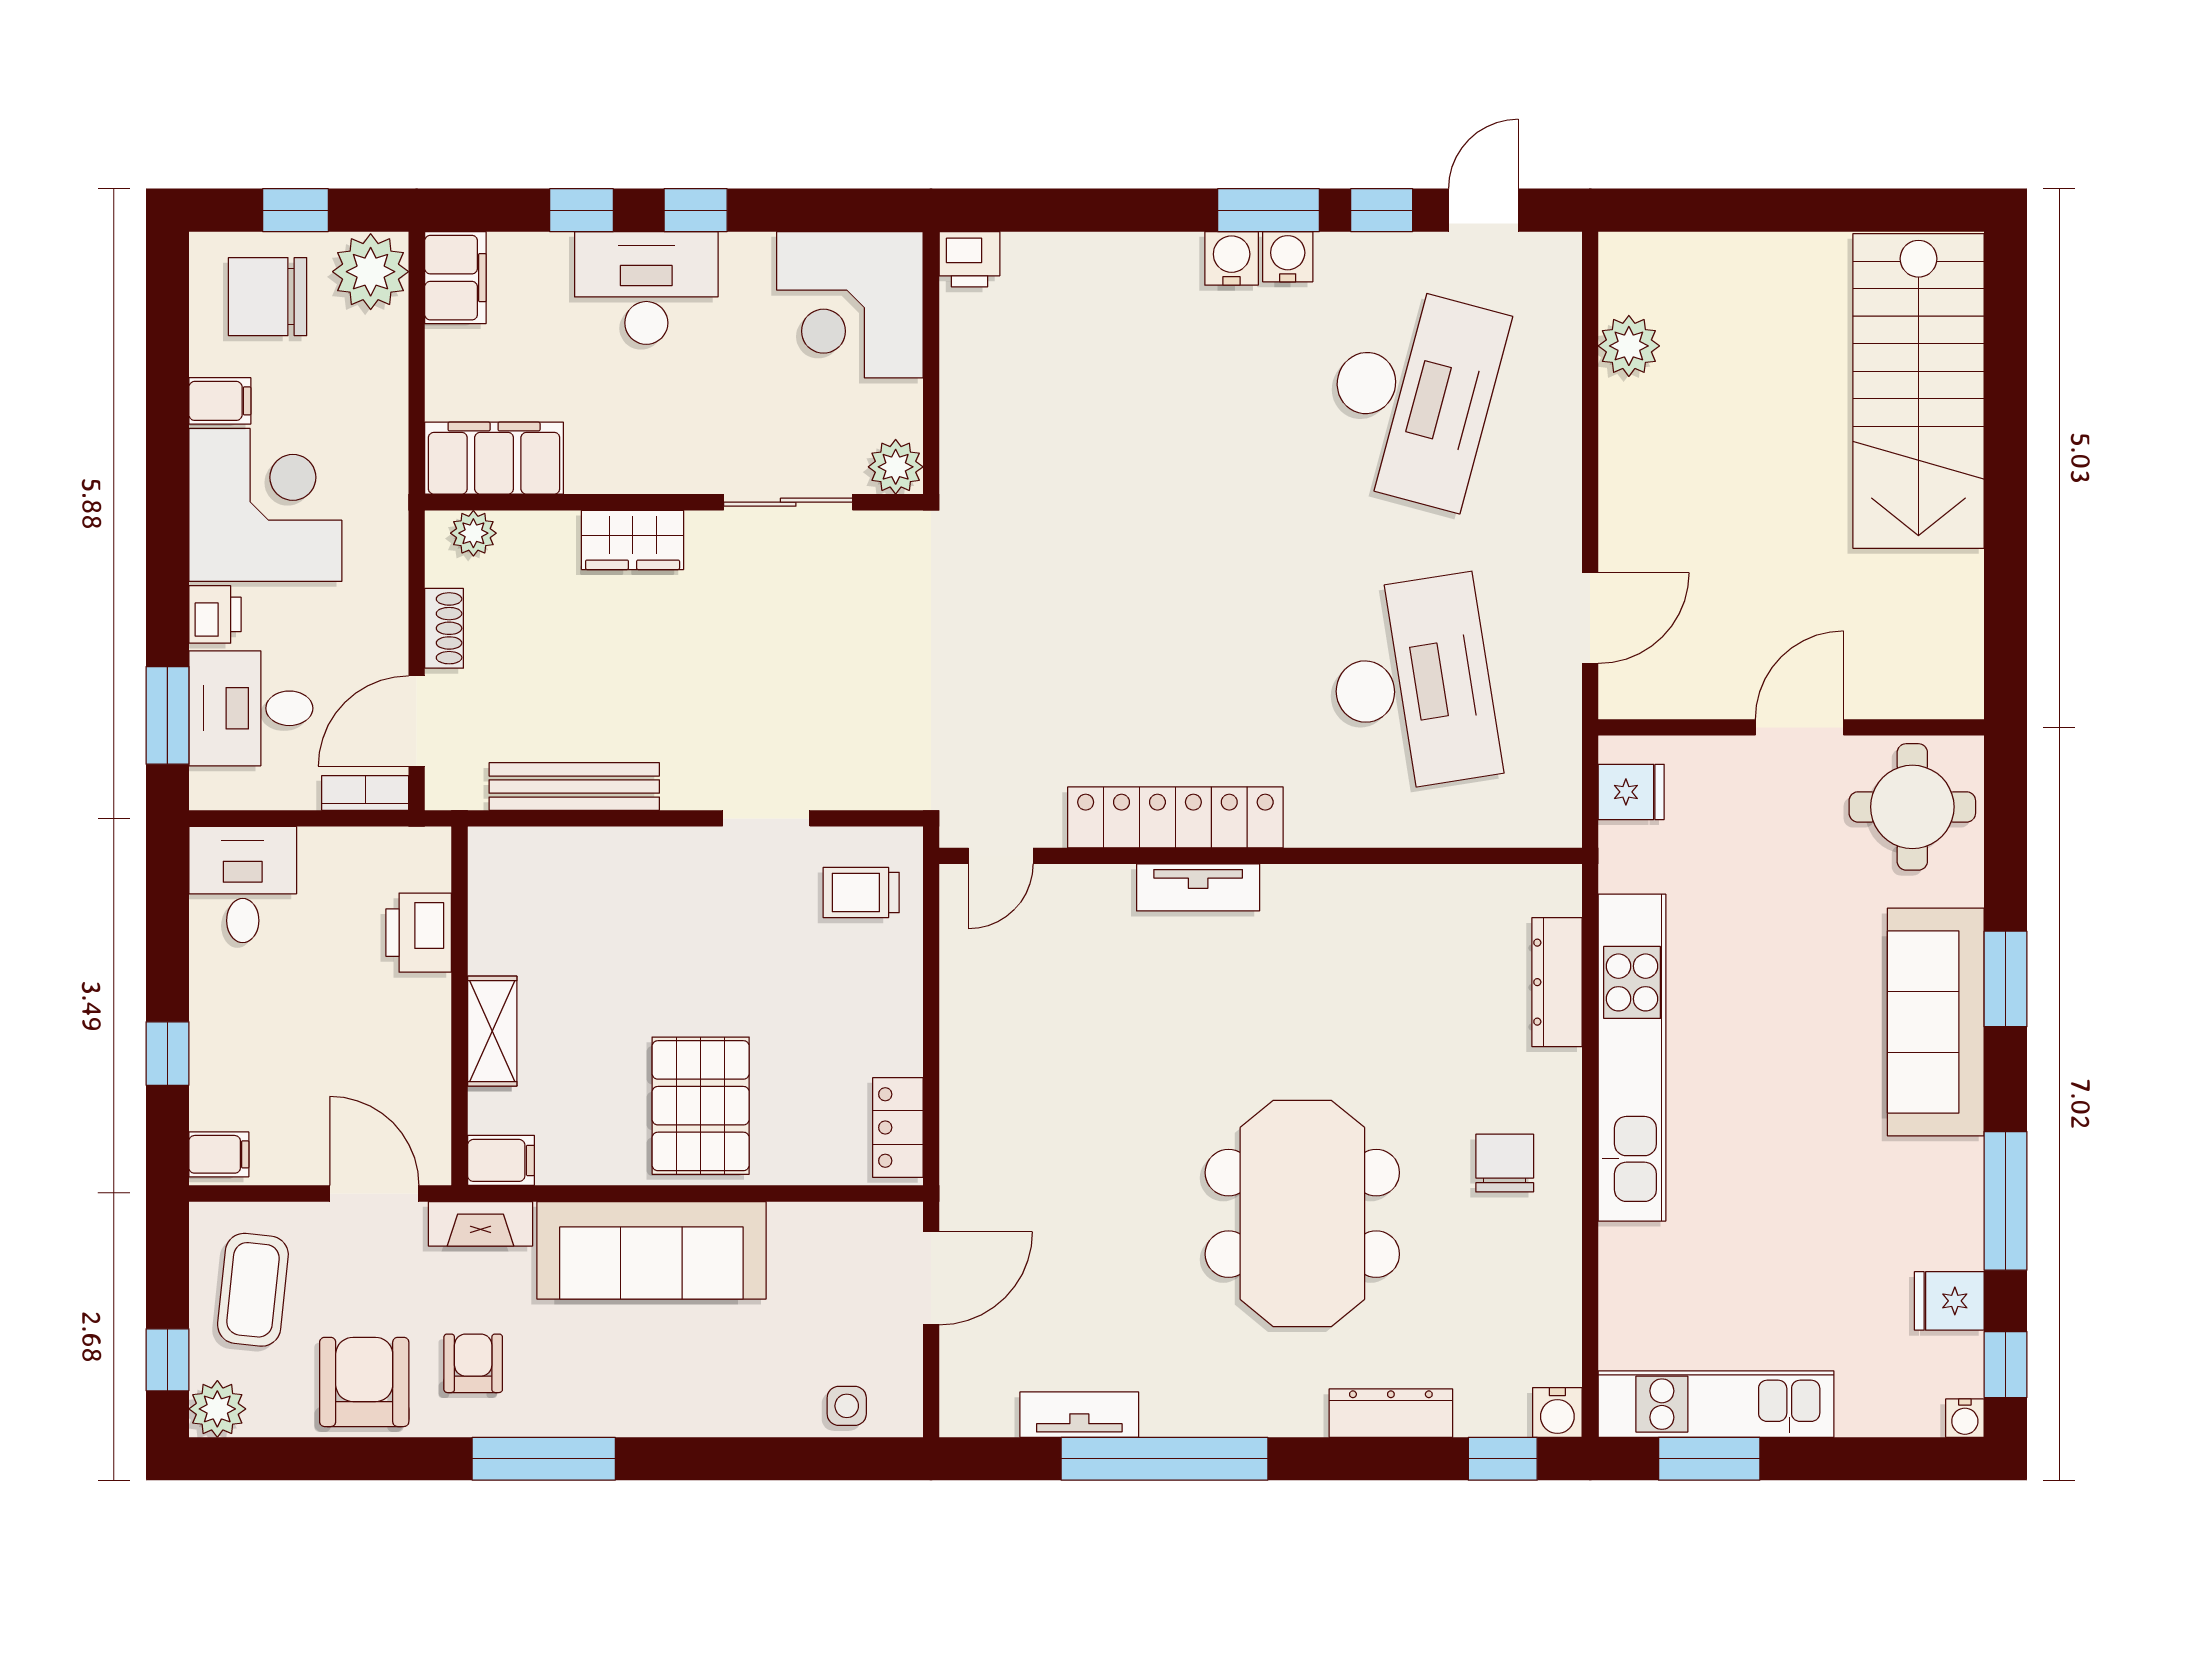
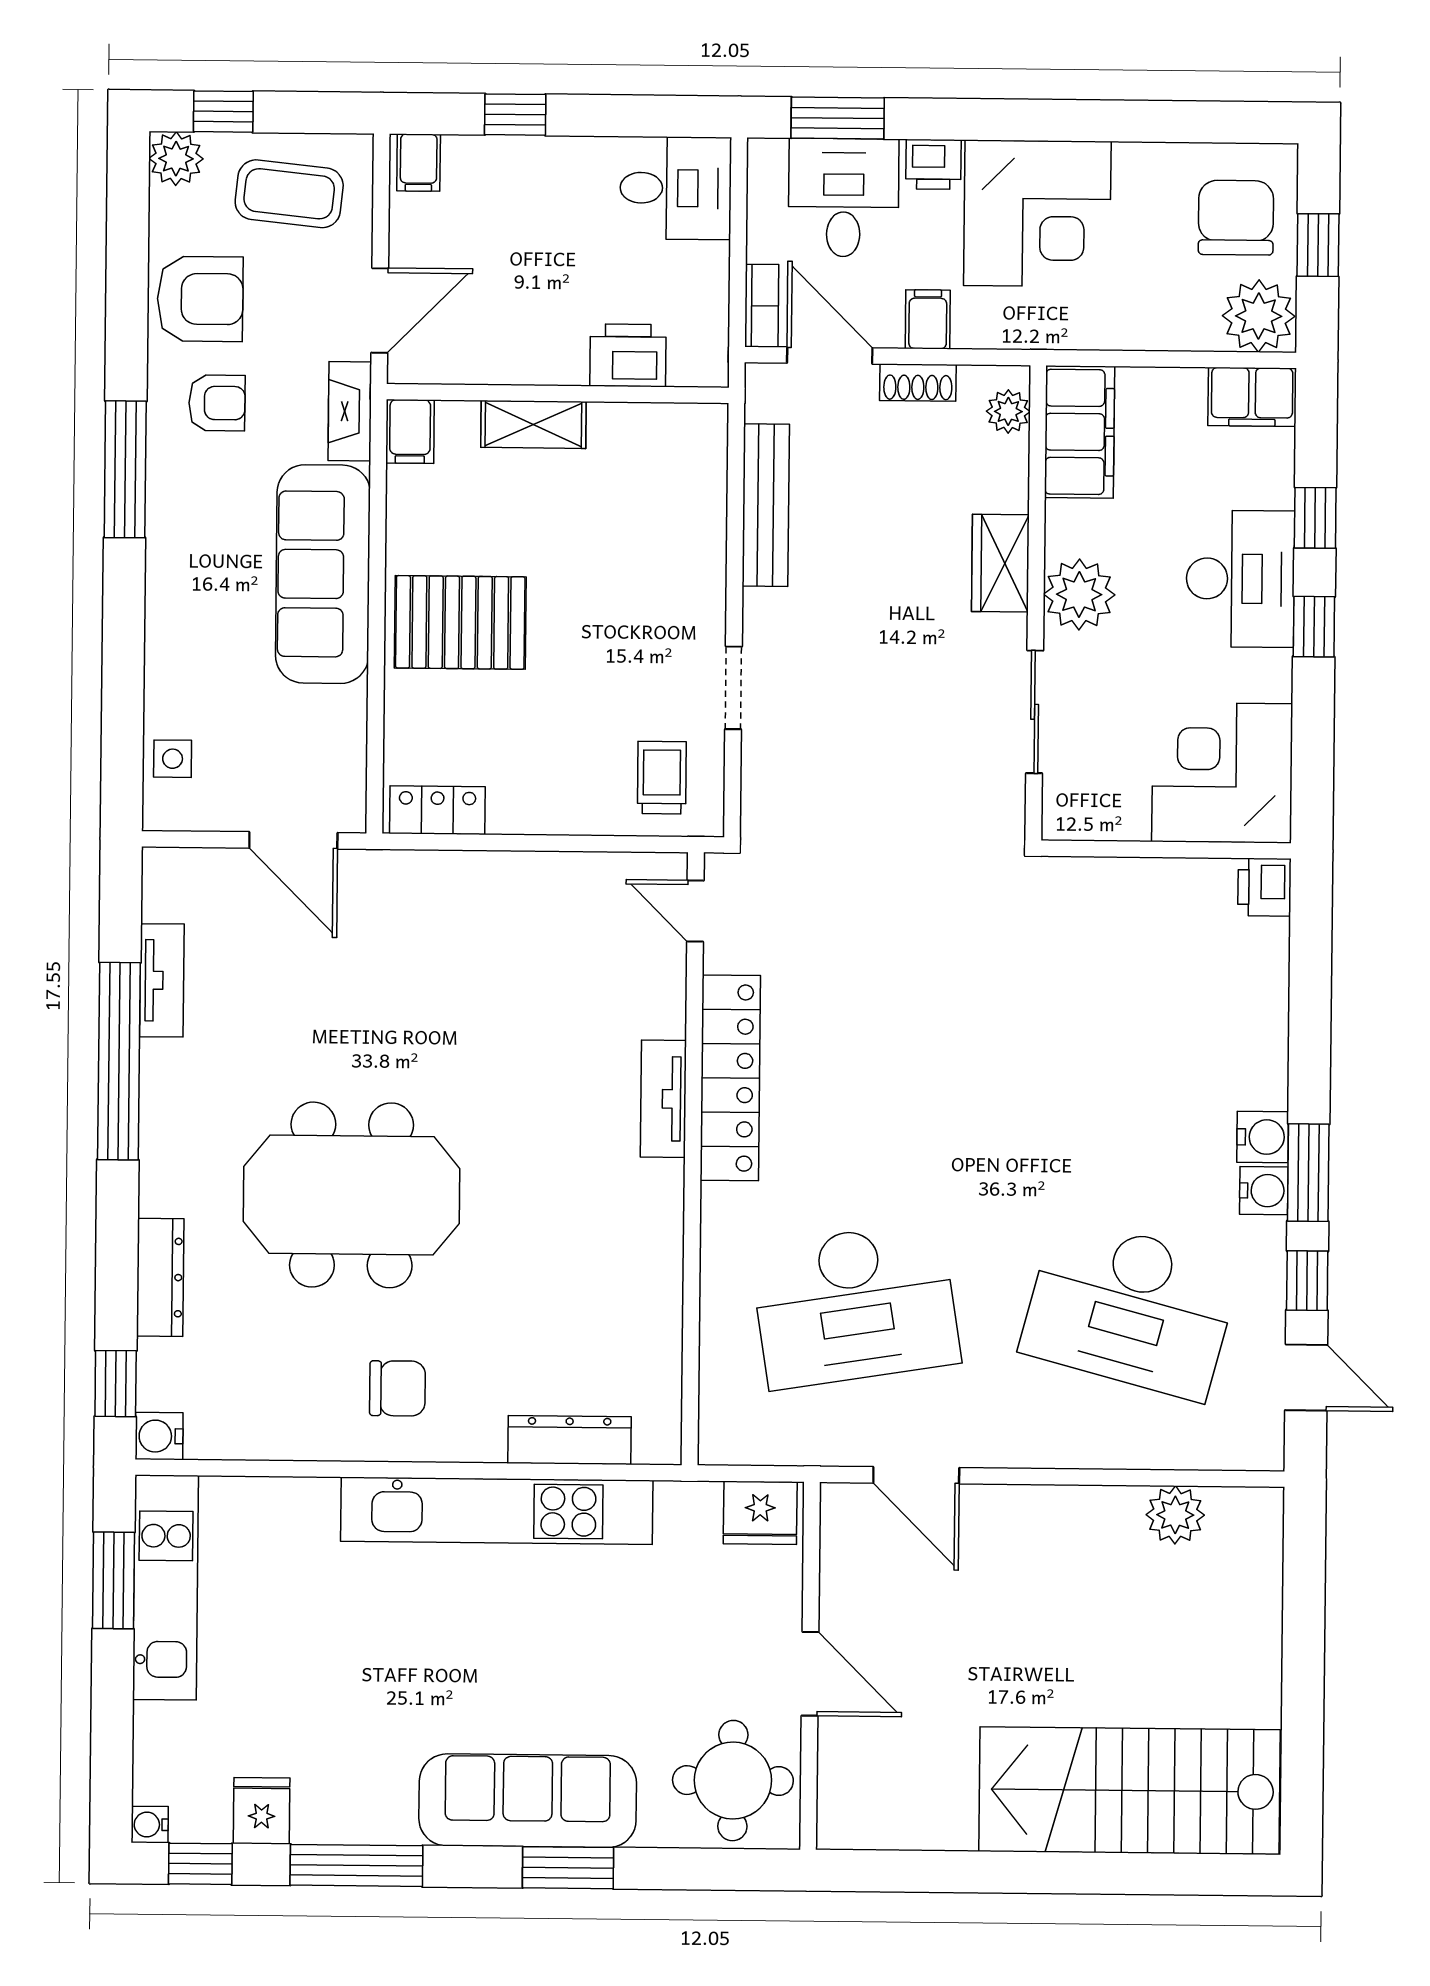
filing cabinet: (220, 401) -> (928, 319), moved, turned 180
plant: (896, 467) -> (1079, 594), moved, width x1.36, depth x1.36
fridge: (1631, 792) -> (760, 1513), width x1.38

